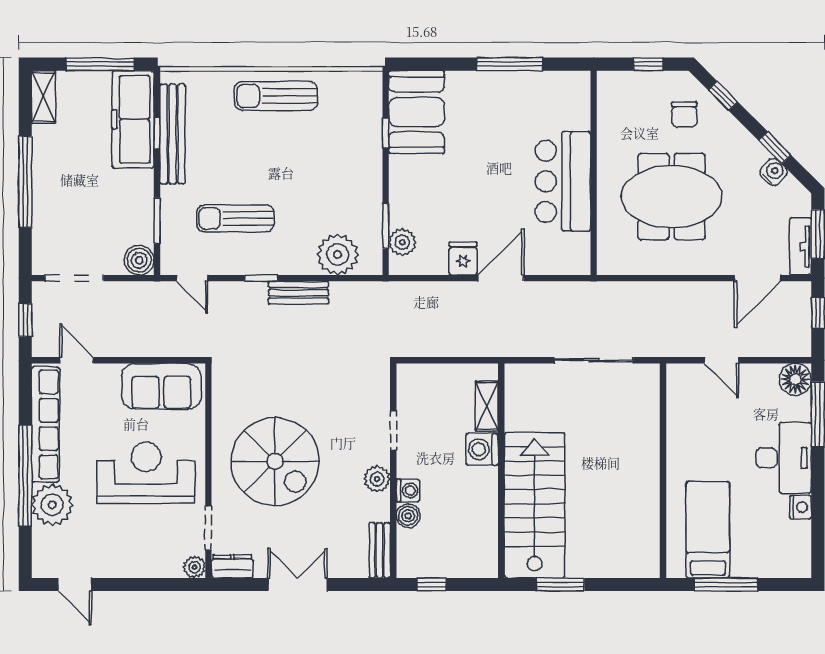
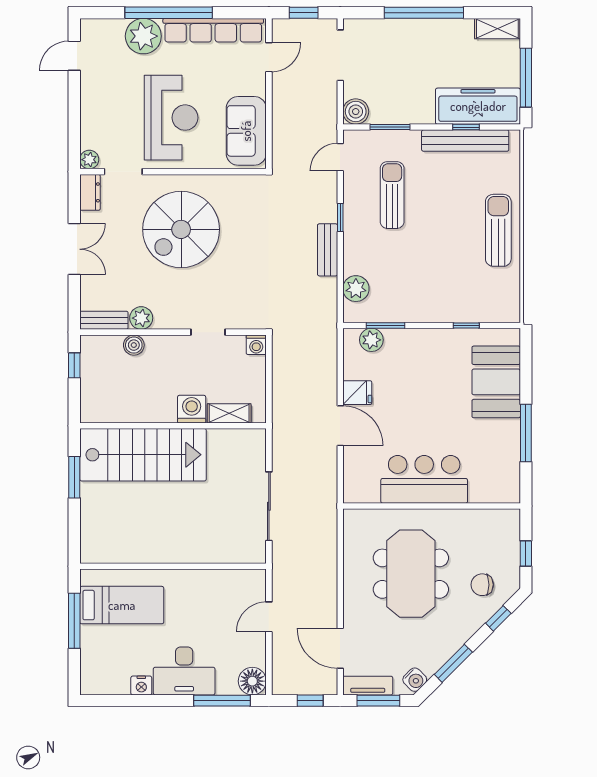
booth: (417, 112) -> (496, 382), moved, turned 90
window: (775, 148) -> (453, 663), width x1.50
water cooler: (773, 172) -> (415, 680), moved
plant: (338, 254) -> (356, 289), width x0.73, depth x0.73
plant: (377, 479) -> (141, 318), moved
washing machine: (408, 491) -> (256, 345), moved

